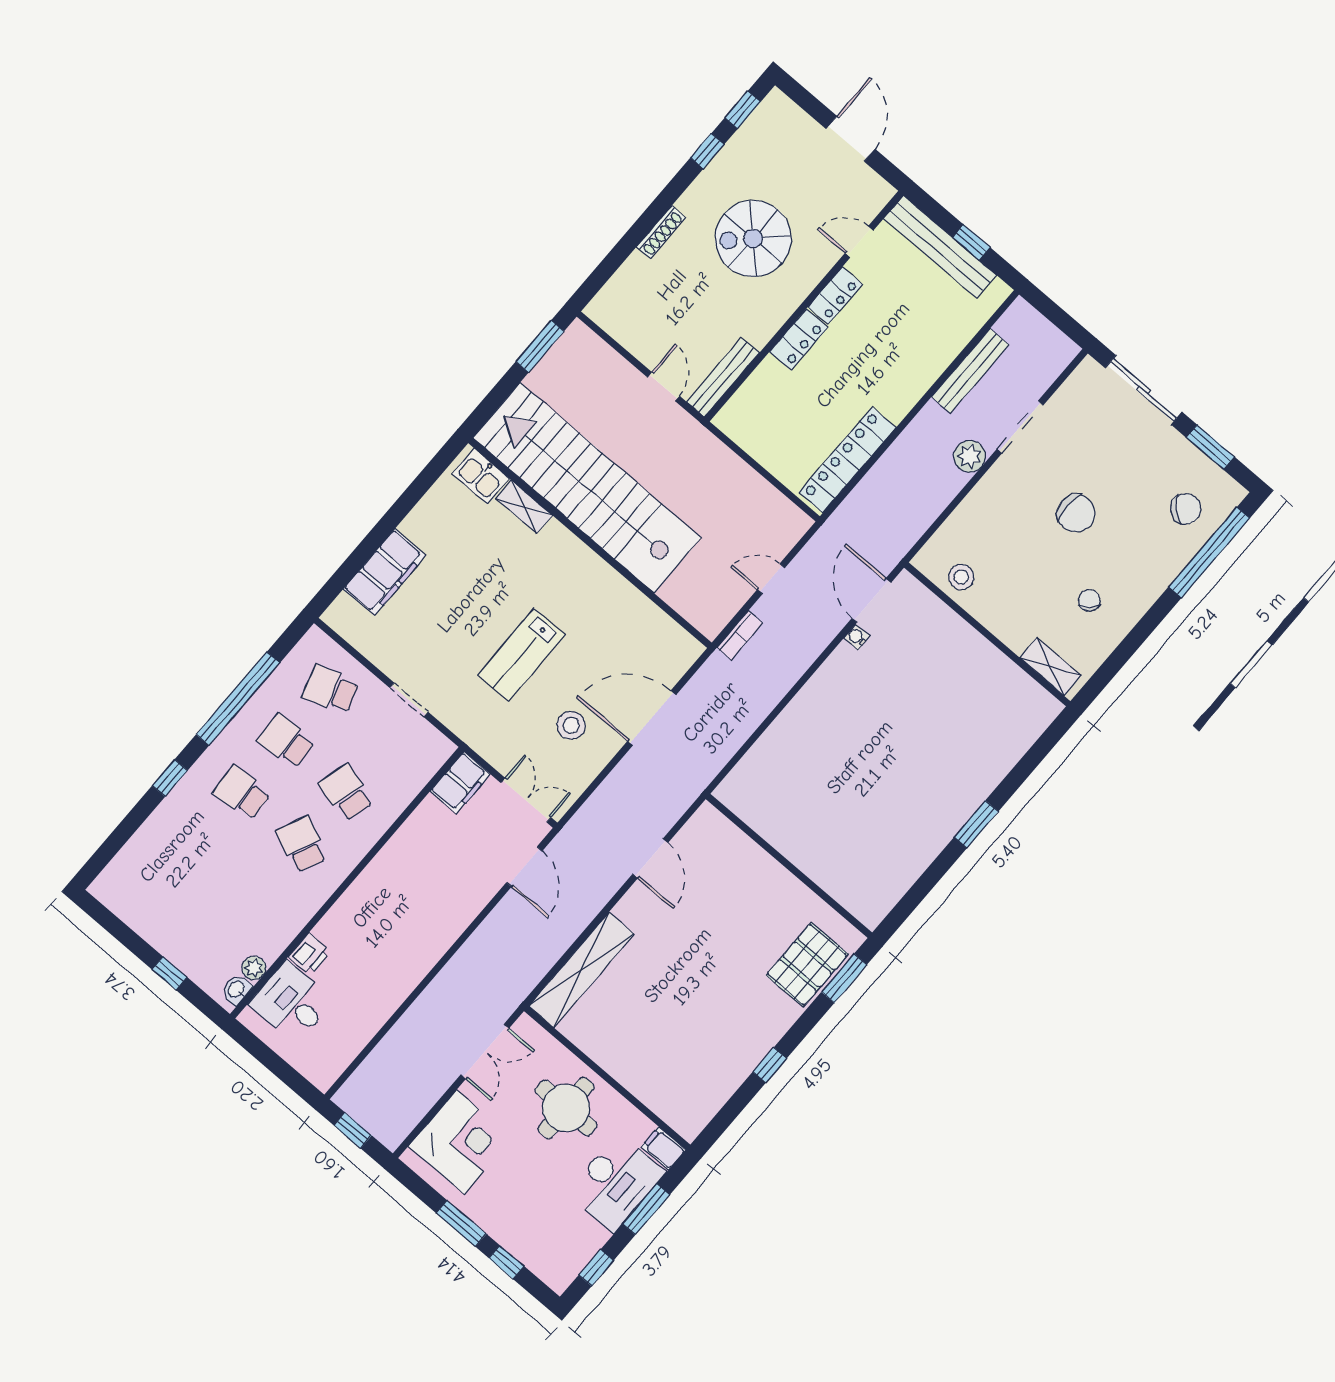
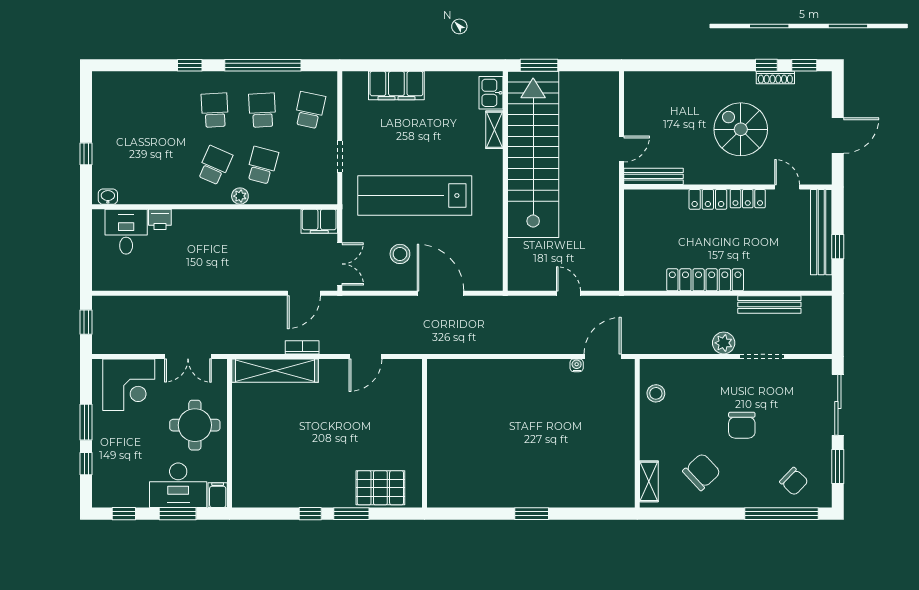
shoe rack: (661, 232) -> (775, 78), moved
window: (540, 346) -> (539, 65), moved
locker: (847, 460) -> (705, 280), moved
chair: (1089, 600) -> (702, 472), width x1.87, depth x1.87
bookcase: (740, 635) -> (302, 347), moved, turned 180
lab bench: (521, 655) -> (415, 196), width x1.86, depth x1.39
school desk: (331, 689) -> (310, 110), turned 30
plant: (254, 968) -> (240, 196), moved
window: (844, 978) -> (351, 514), moved

